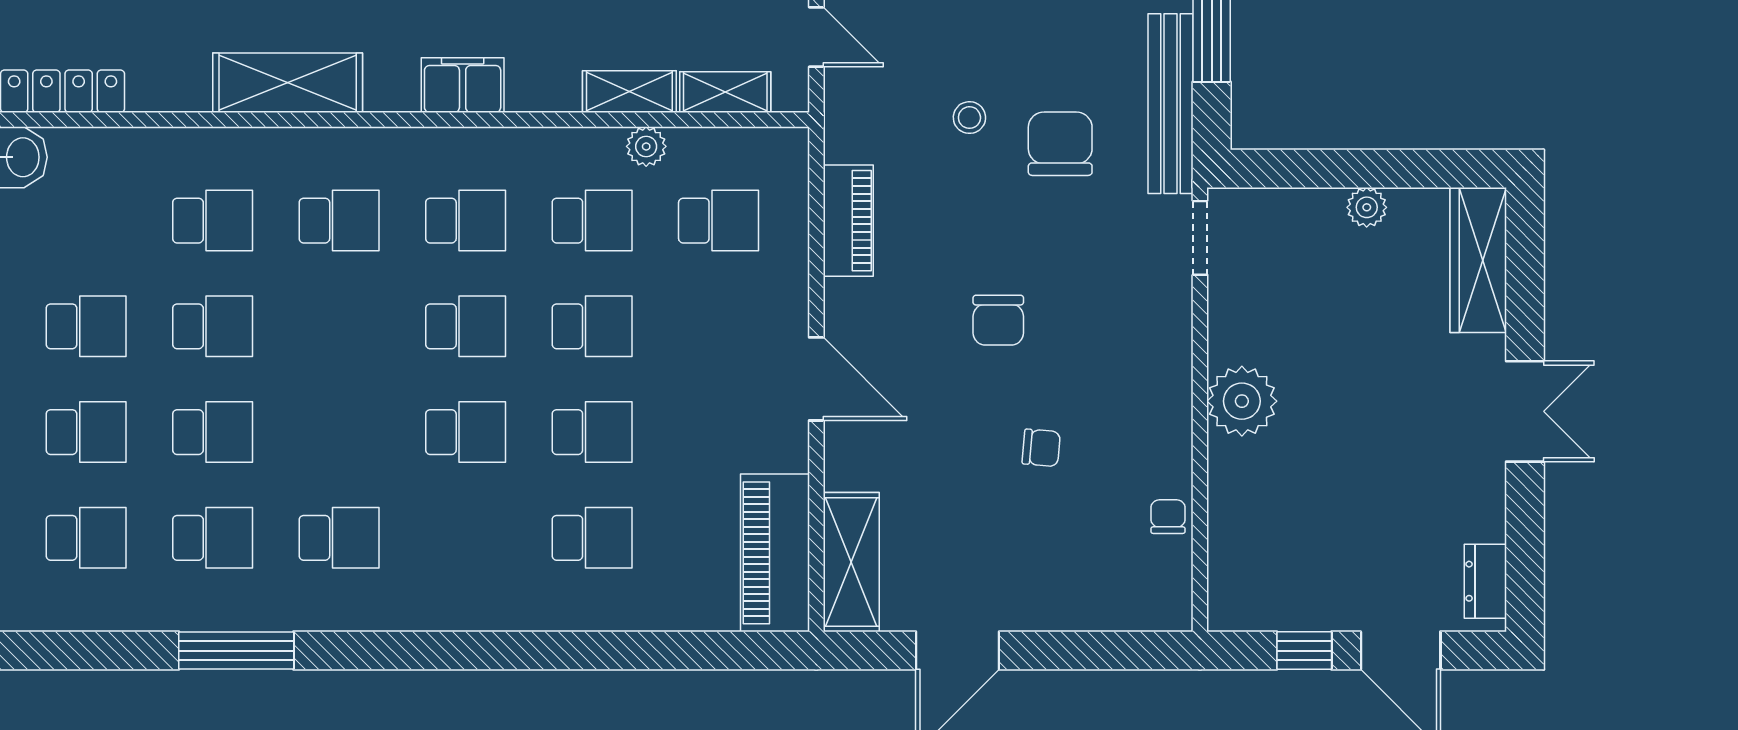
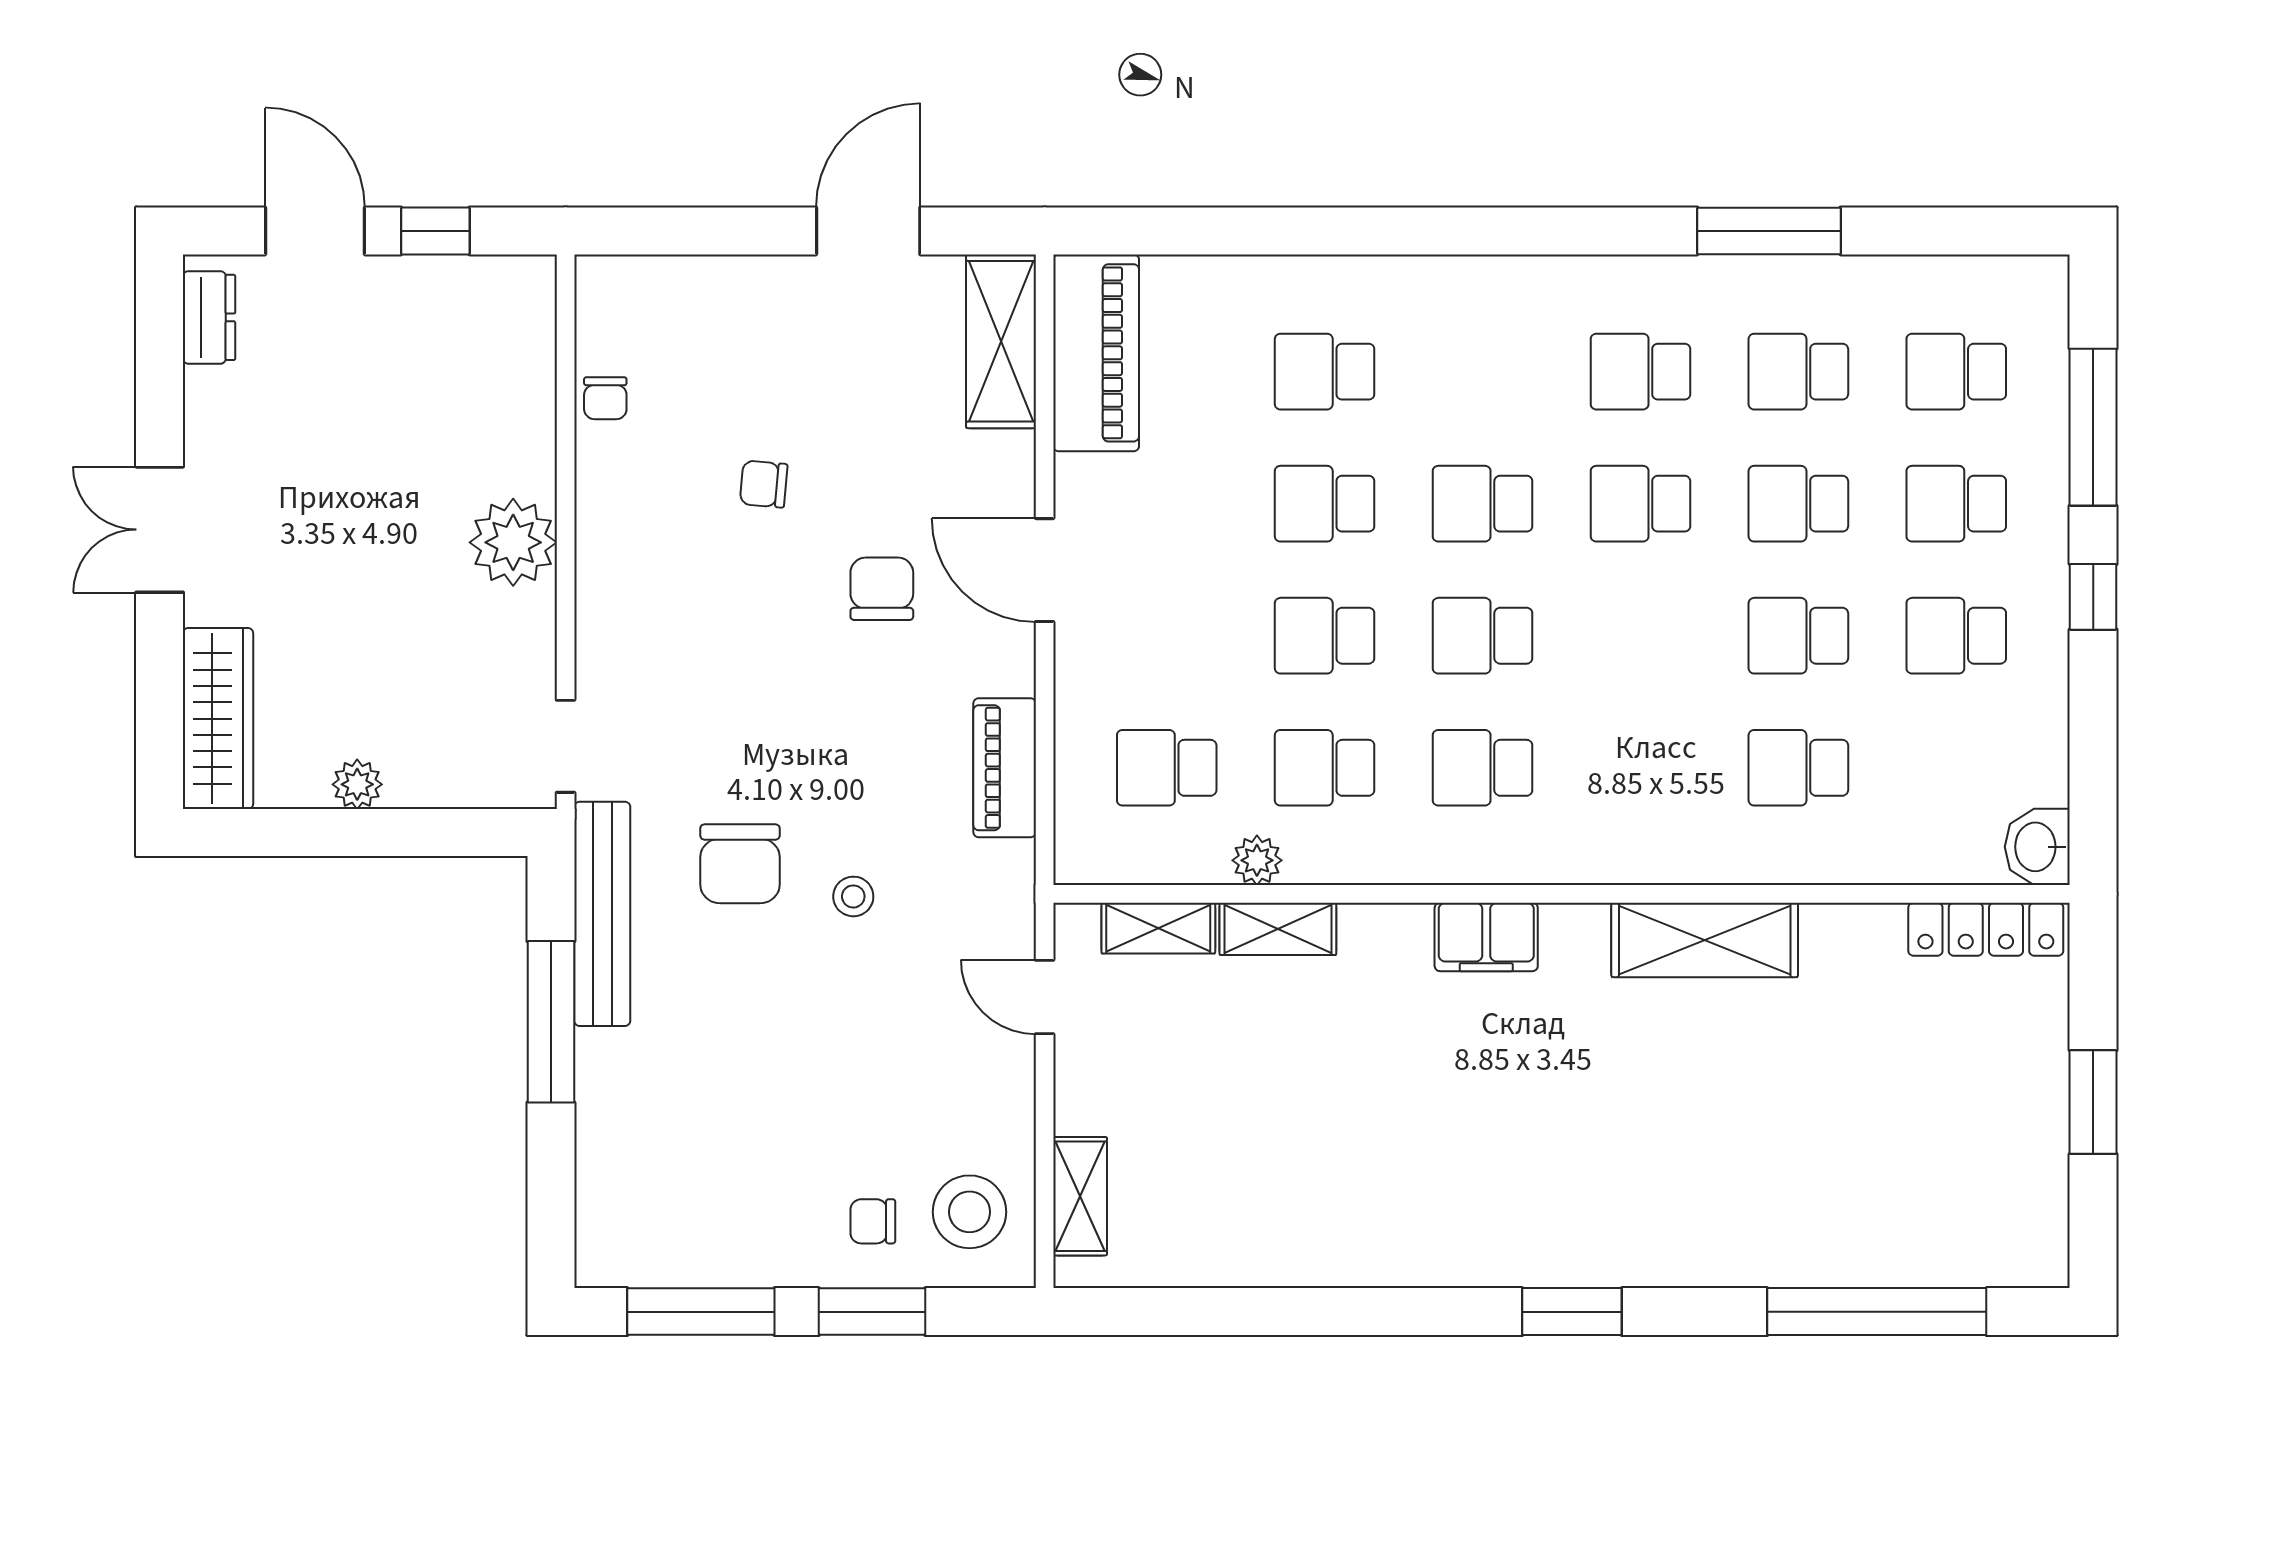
school desk: (339, 221) -> (1640, 504), moved
chair: (998, 320) -> (882, 589), moved

